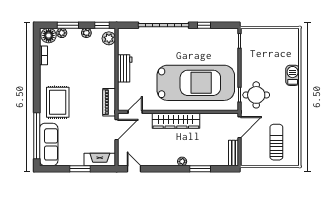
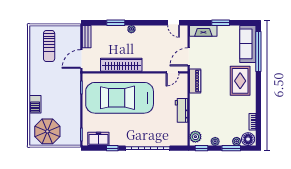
freezer: (220, 36) -> (98, 139), added
parasol: (278, 44) -> (47, 131), added
round table: (256, 95) -> (67, 87), removed
wardrobe: (176, 121) -> (121, 65), moved

